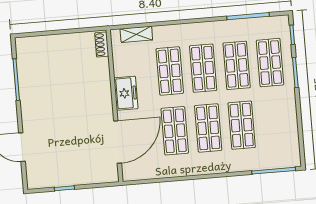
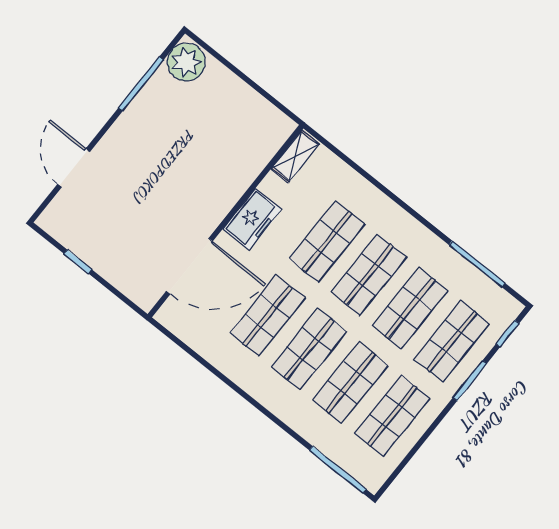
shelving: (136, 34) -> (295, 156), moved, turned 90
shoe rack: (102, 45) -> (278, 137), removed
plant: (27, 50) -> (186, 62), added
shop shelf: (275, 122) -> (392, 416), added

